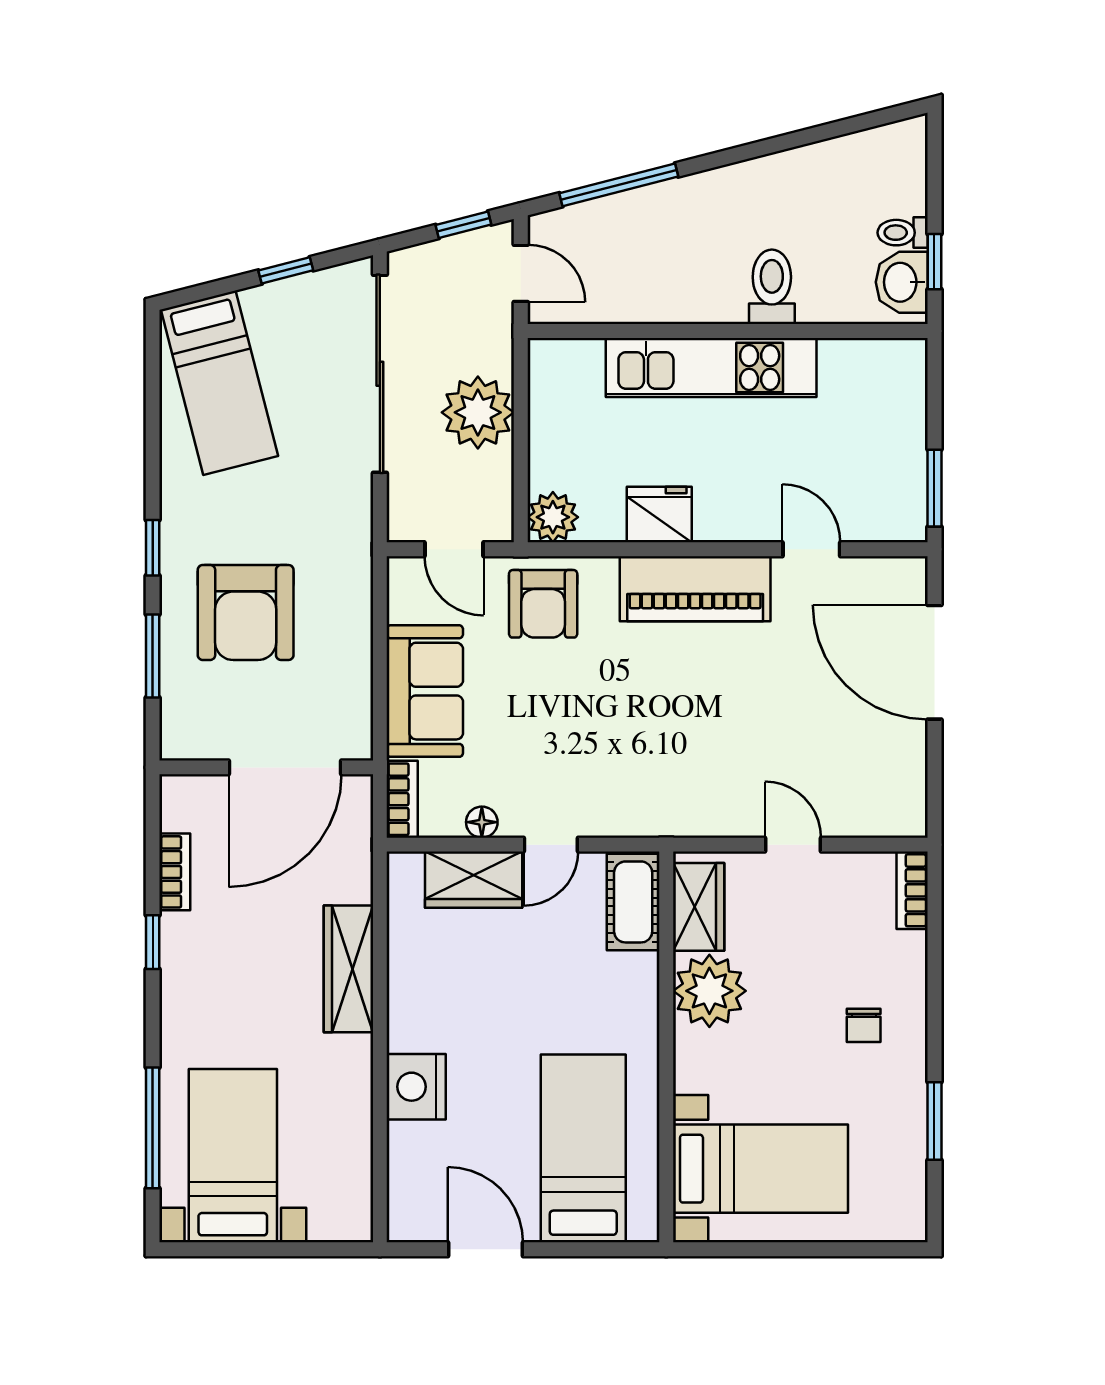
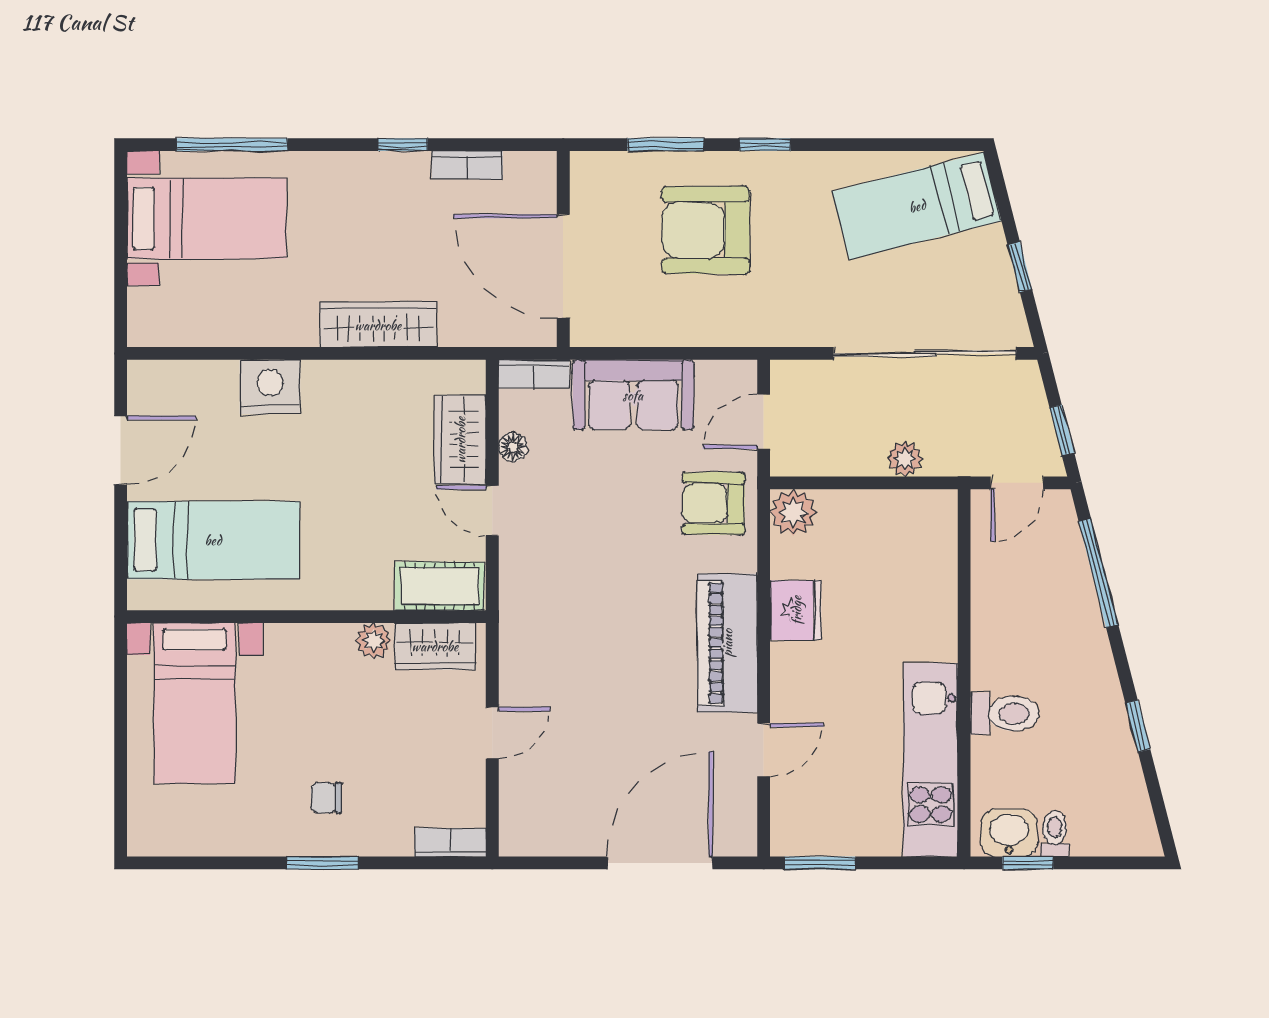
window: (786, 142) -> (1138, 726), added
kitchen unit: (711, 367) -> (931, 760), moved
plant: (478, 412) -> (905, 459), width x0.53, depth x0.53
plant: (709, 991) -> (374, 641), width x0.53, depth x0.53
window: (934, 1121) -> (322, 863), moved

